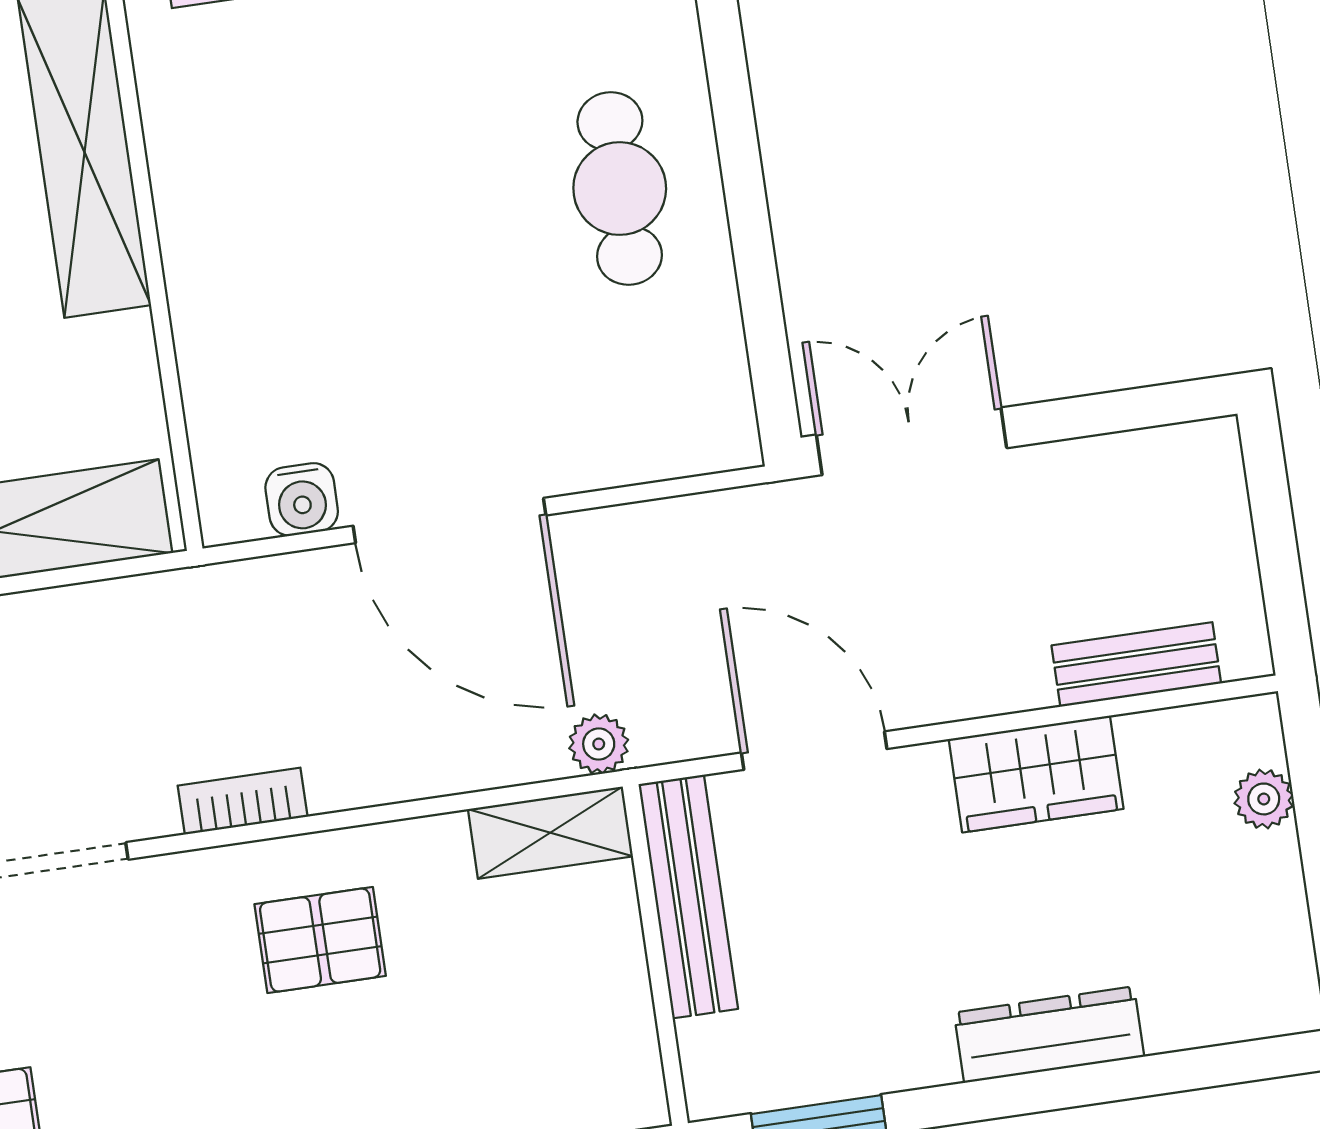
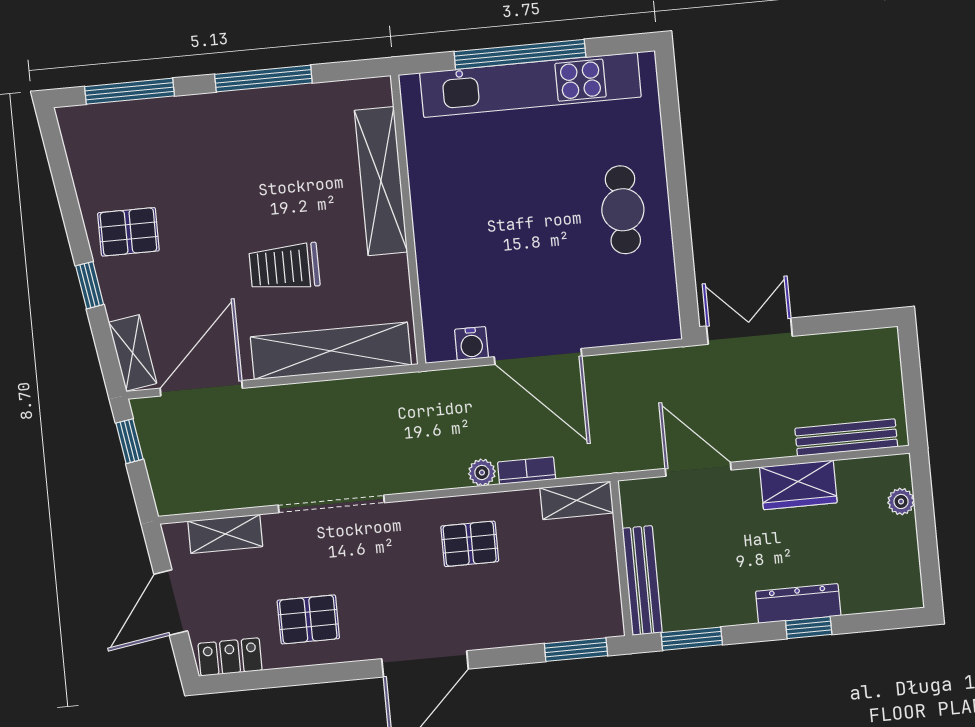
bench: (1136, 664) -> (846, 438), width x1.36
plant: (599, 744) -> (482, 472), moved
bookcase: (243, 801) -> (527, 471), moved
bench: (688, 897) -> (642, 580), moved
window: (1075, 1087) -> (809, 628), added

